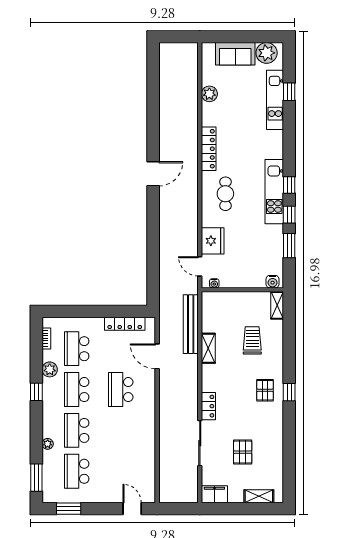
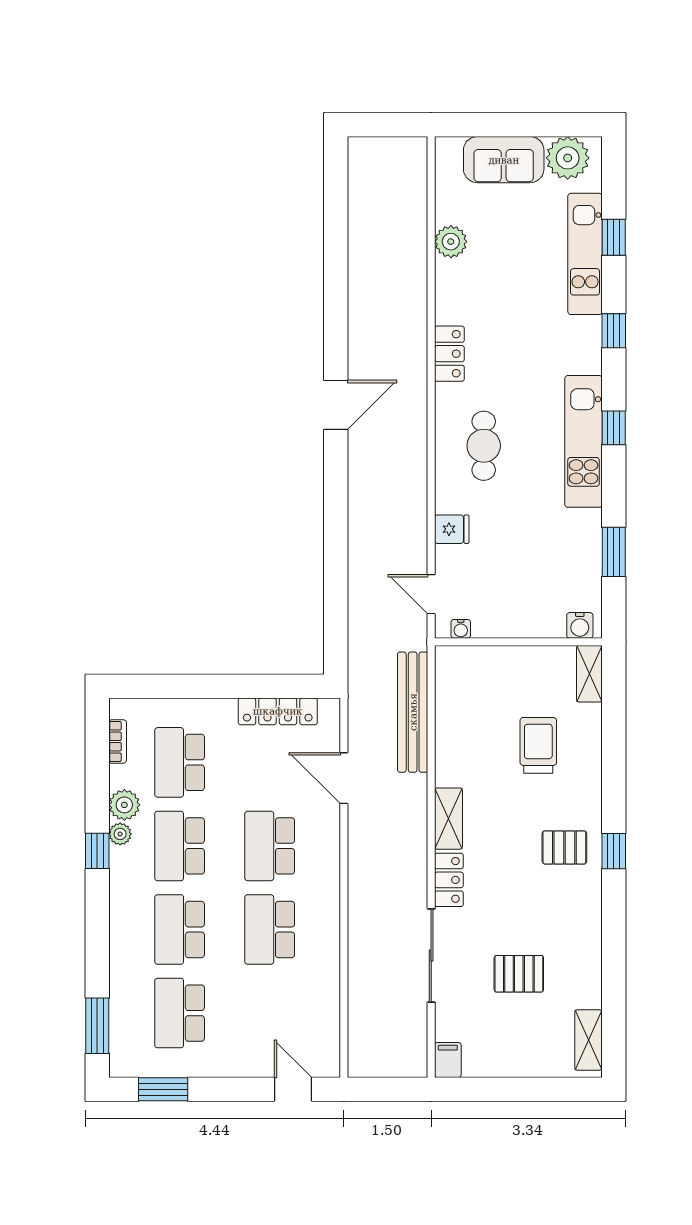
locker: (209, 149) -> (449, 354), width x0.66
window: (289, 215) -> (614, 331), moved
fridge: (213, 241) -> (452, 529), width x0.53, depth x0.75
shelving: (208, 348) -> (448, 819), moved
pallet: (265, 390) -> (564, 847), turned 90
school desk: (121, 430) -> (270, 930), added
plant: (48, 444) -> (120, 834), moved
pallet: (243, 452) -> (519, 974), turned 90
filing cabinet: (214, 494) -> (448, 1060), width x0.50
shelving: (259, 496) -> (589, 1040), moved, turned 90

